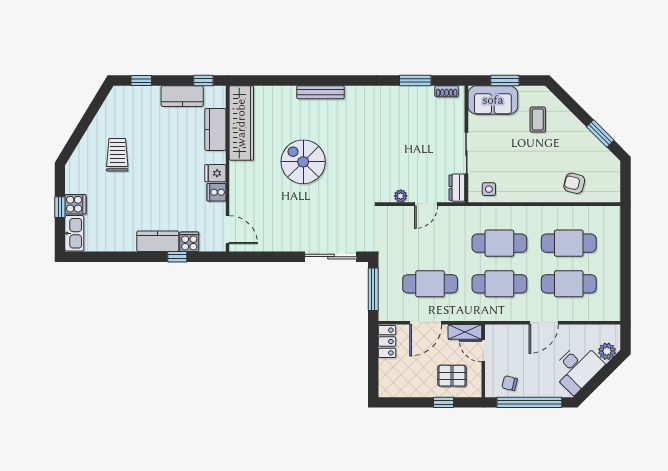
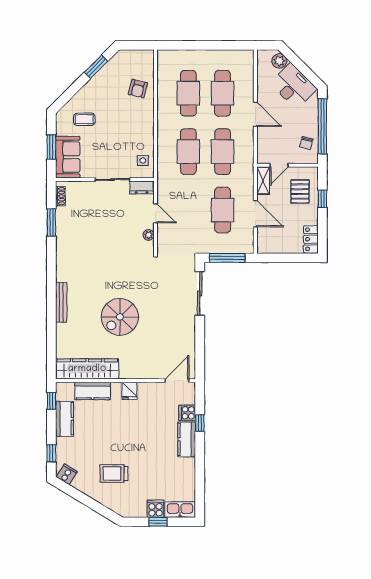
cooker: (216, 192) -> (67, 474), moved, turned -149
locker: (387, 342) -> (311, 239), moved, turned -90

